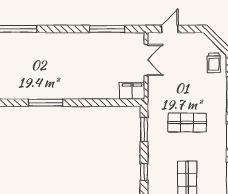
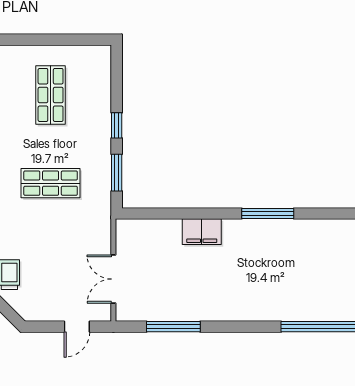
filing cabinet: (132, 91) -> (202, 232), moved
window: (144, 172) -> (117, 125), moved

